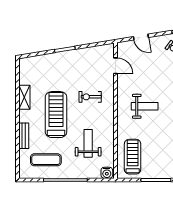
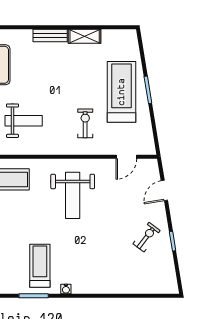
weight bench: (145, 106) -> (73, 195), width x1.36, depth x1.33
treadmill: (56, 115) -> (122, 92), moved, turned -90
bench: (24, 136) -> (50, 35), moved

